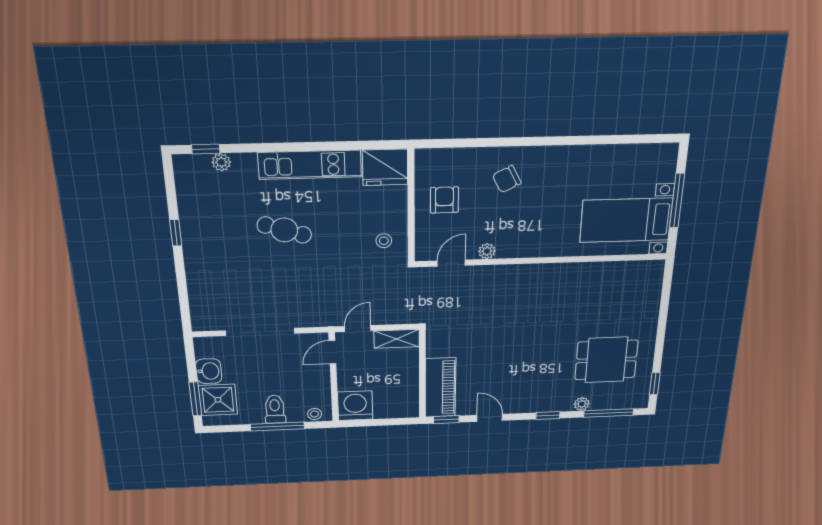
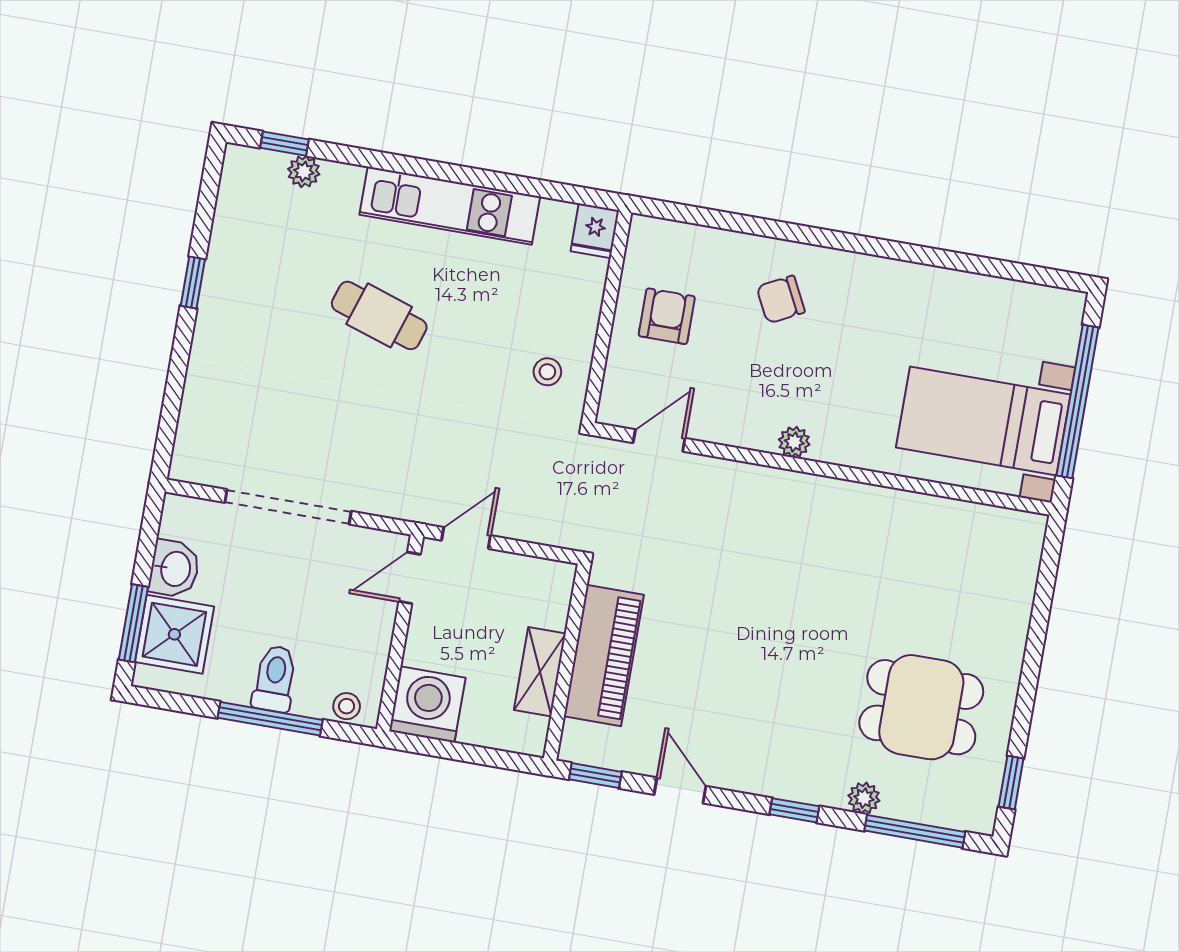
fridge: (385, 167) -> (595, 231), width x0.53, depth x0.75
window: (677, 201) -> (1078, 401), width x1.46
plant: (487, 251) -> (794, 442), moved
shelving: (397, 339) -> (540, 672), moved, turned 90
piano: (440, 388) -> (604, 655), moved

